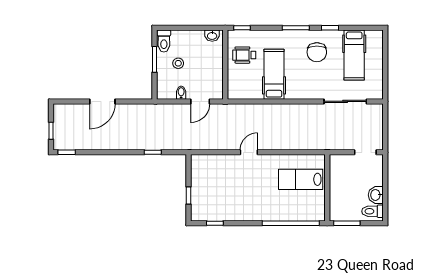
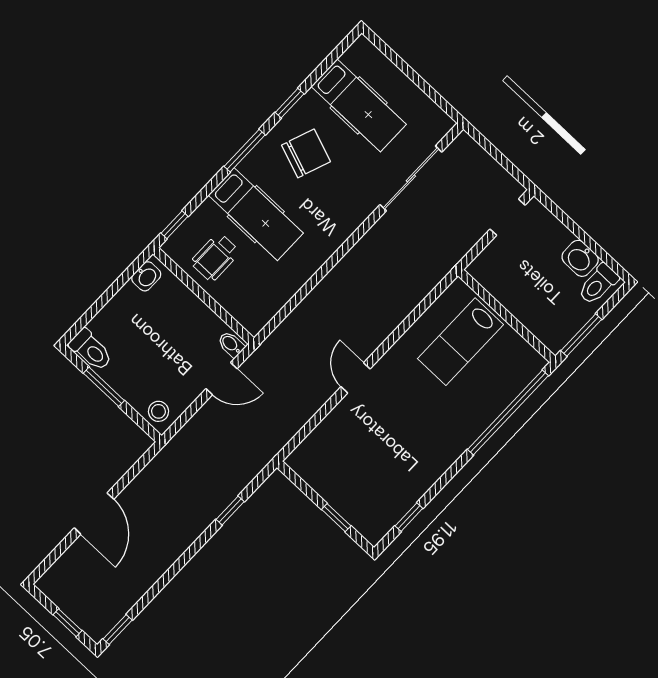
chair: (317, 52) -> (306, 153), turned -70
stool: (178, 63) -> (158, 411), moved
hospital bed: (274, 74) -> (256, 214), moved, turned 180
bidet: (181, 93) -> (231, 344), moved
door: (200, 101) -> (222, 379), hinge flipped

